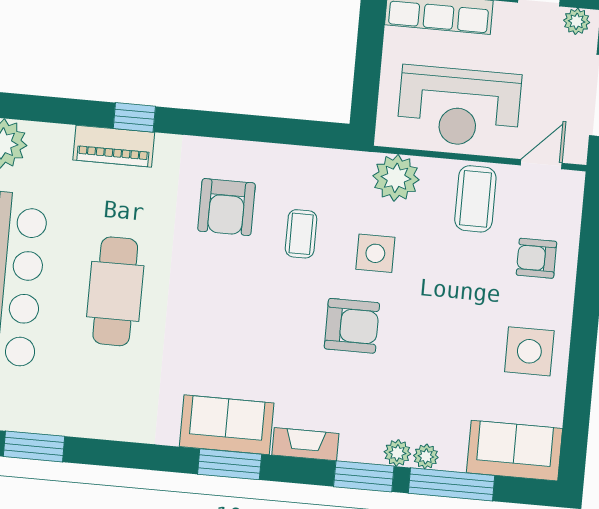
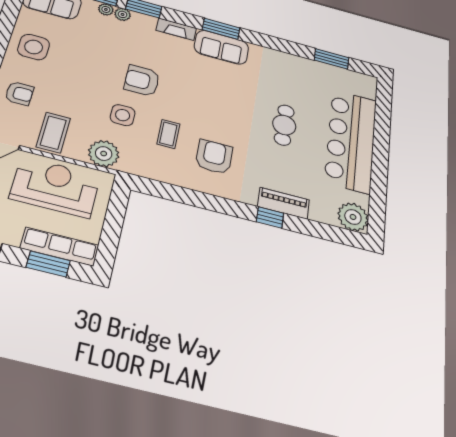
cafe table: (115, 291) -> (284, 125), width x0.73, depth x0.74

